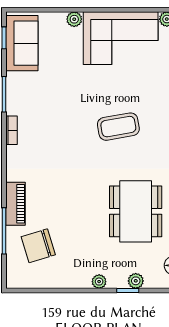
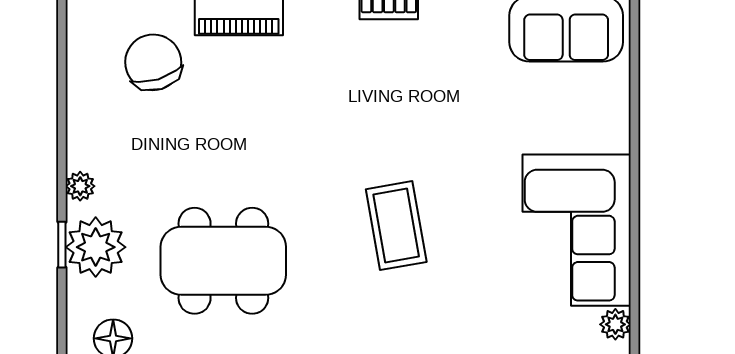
plant: (74, 19) -> (615, 136), removed
plant: (136, 281) -> (96, 247), width x1.87, depth x1.87

